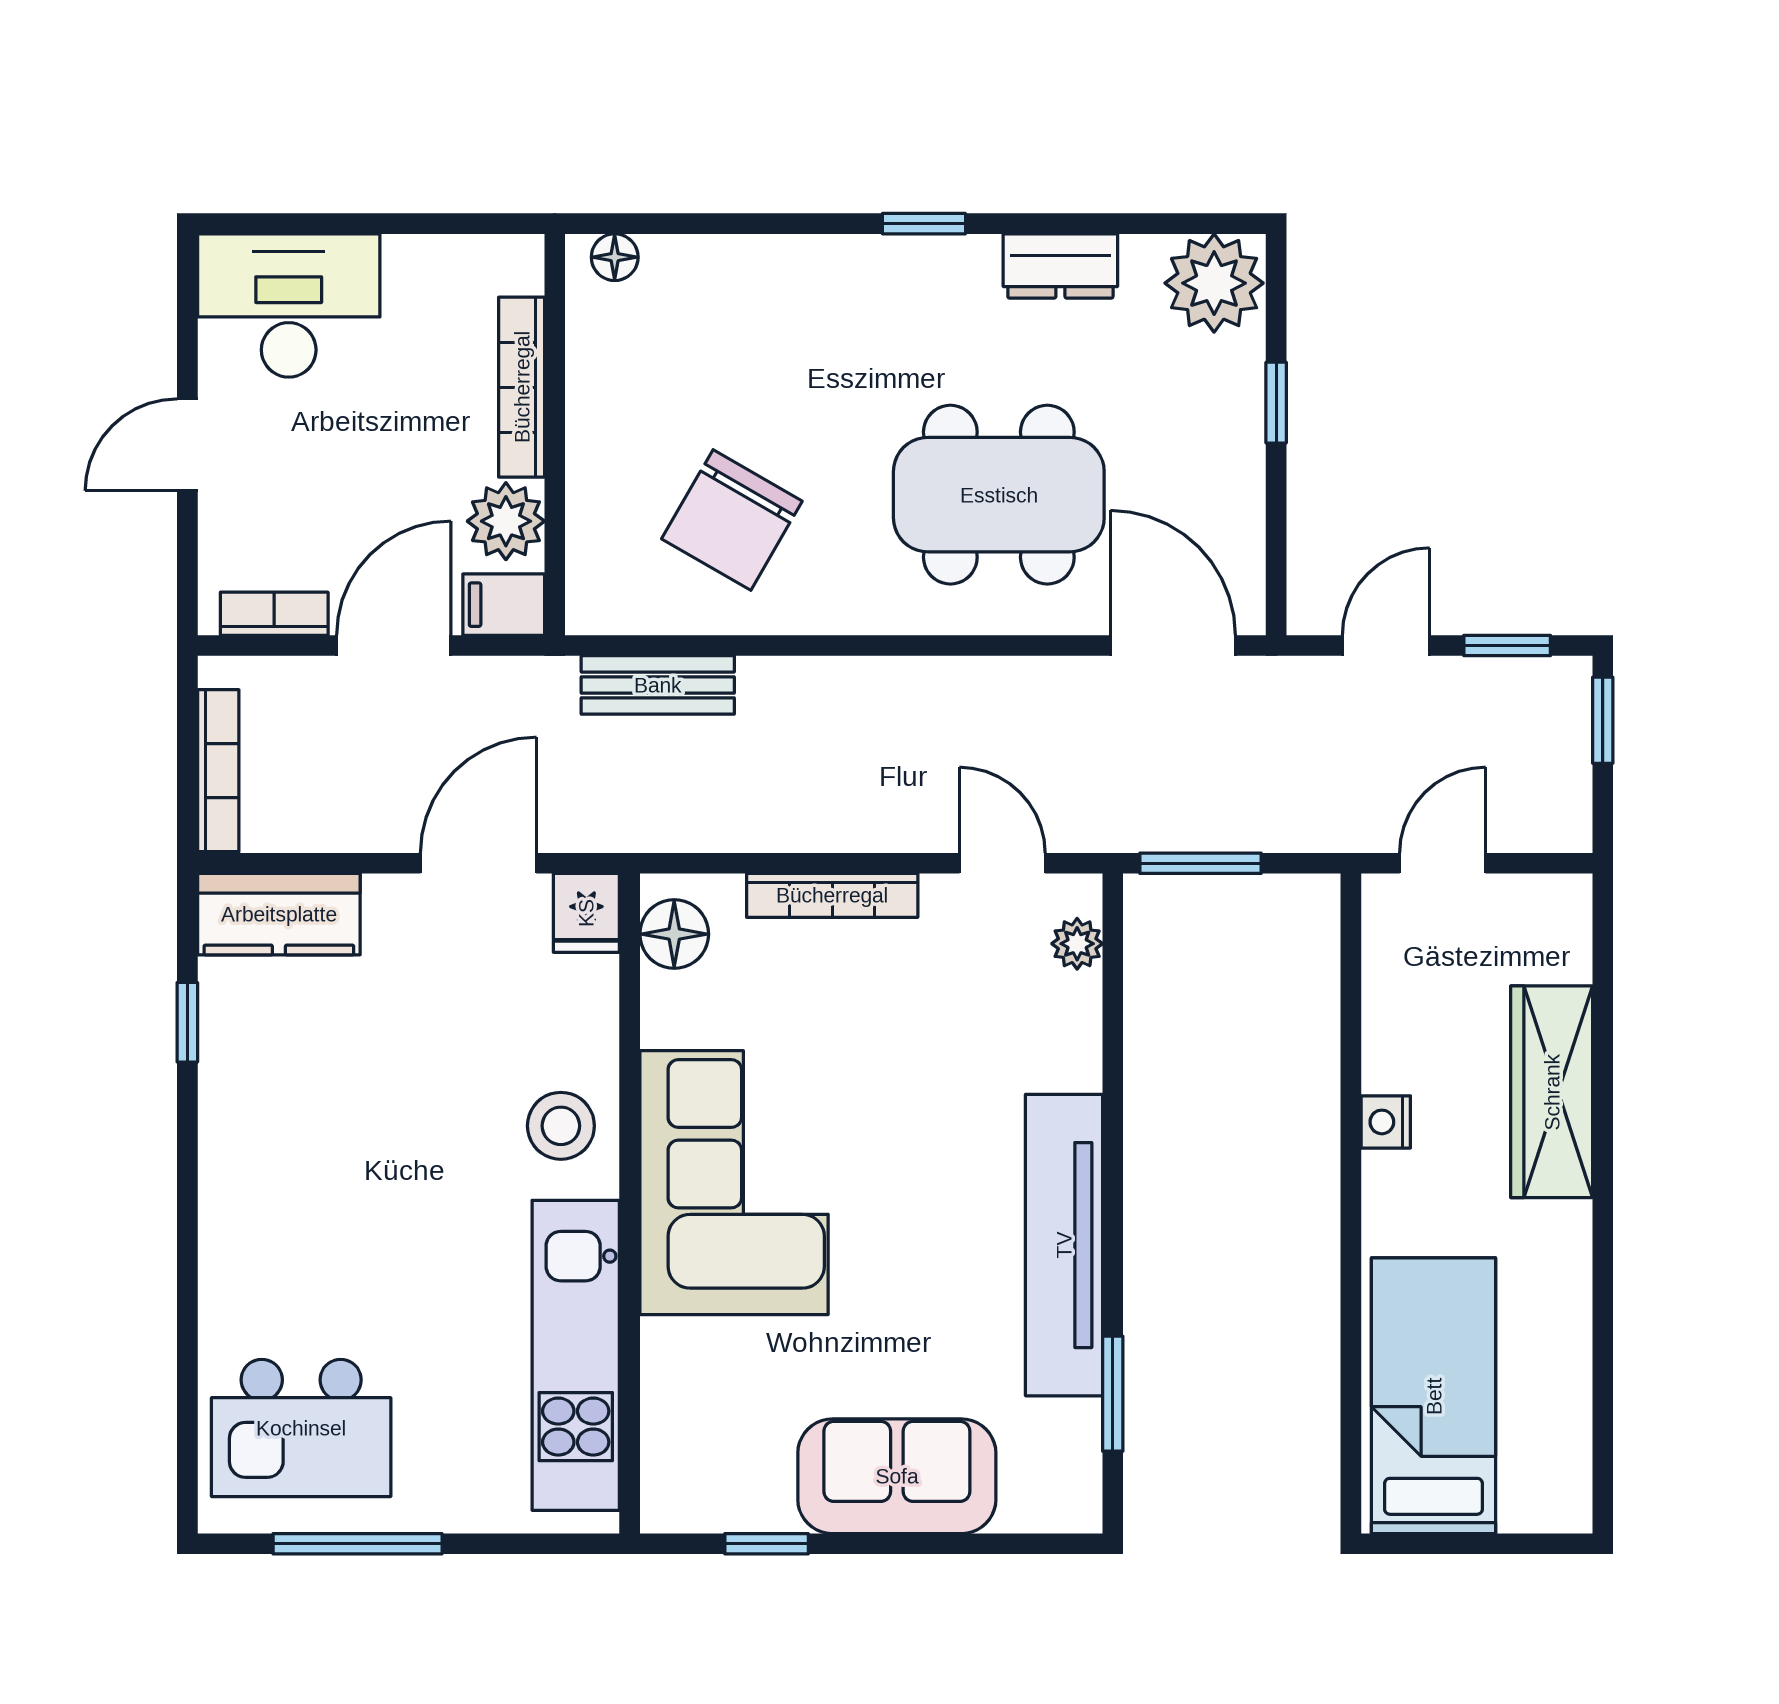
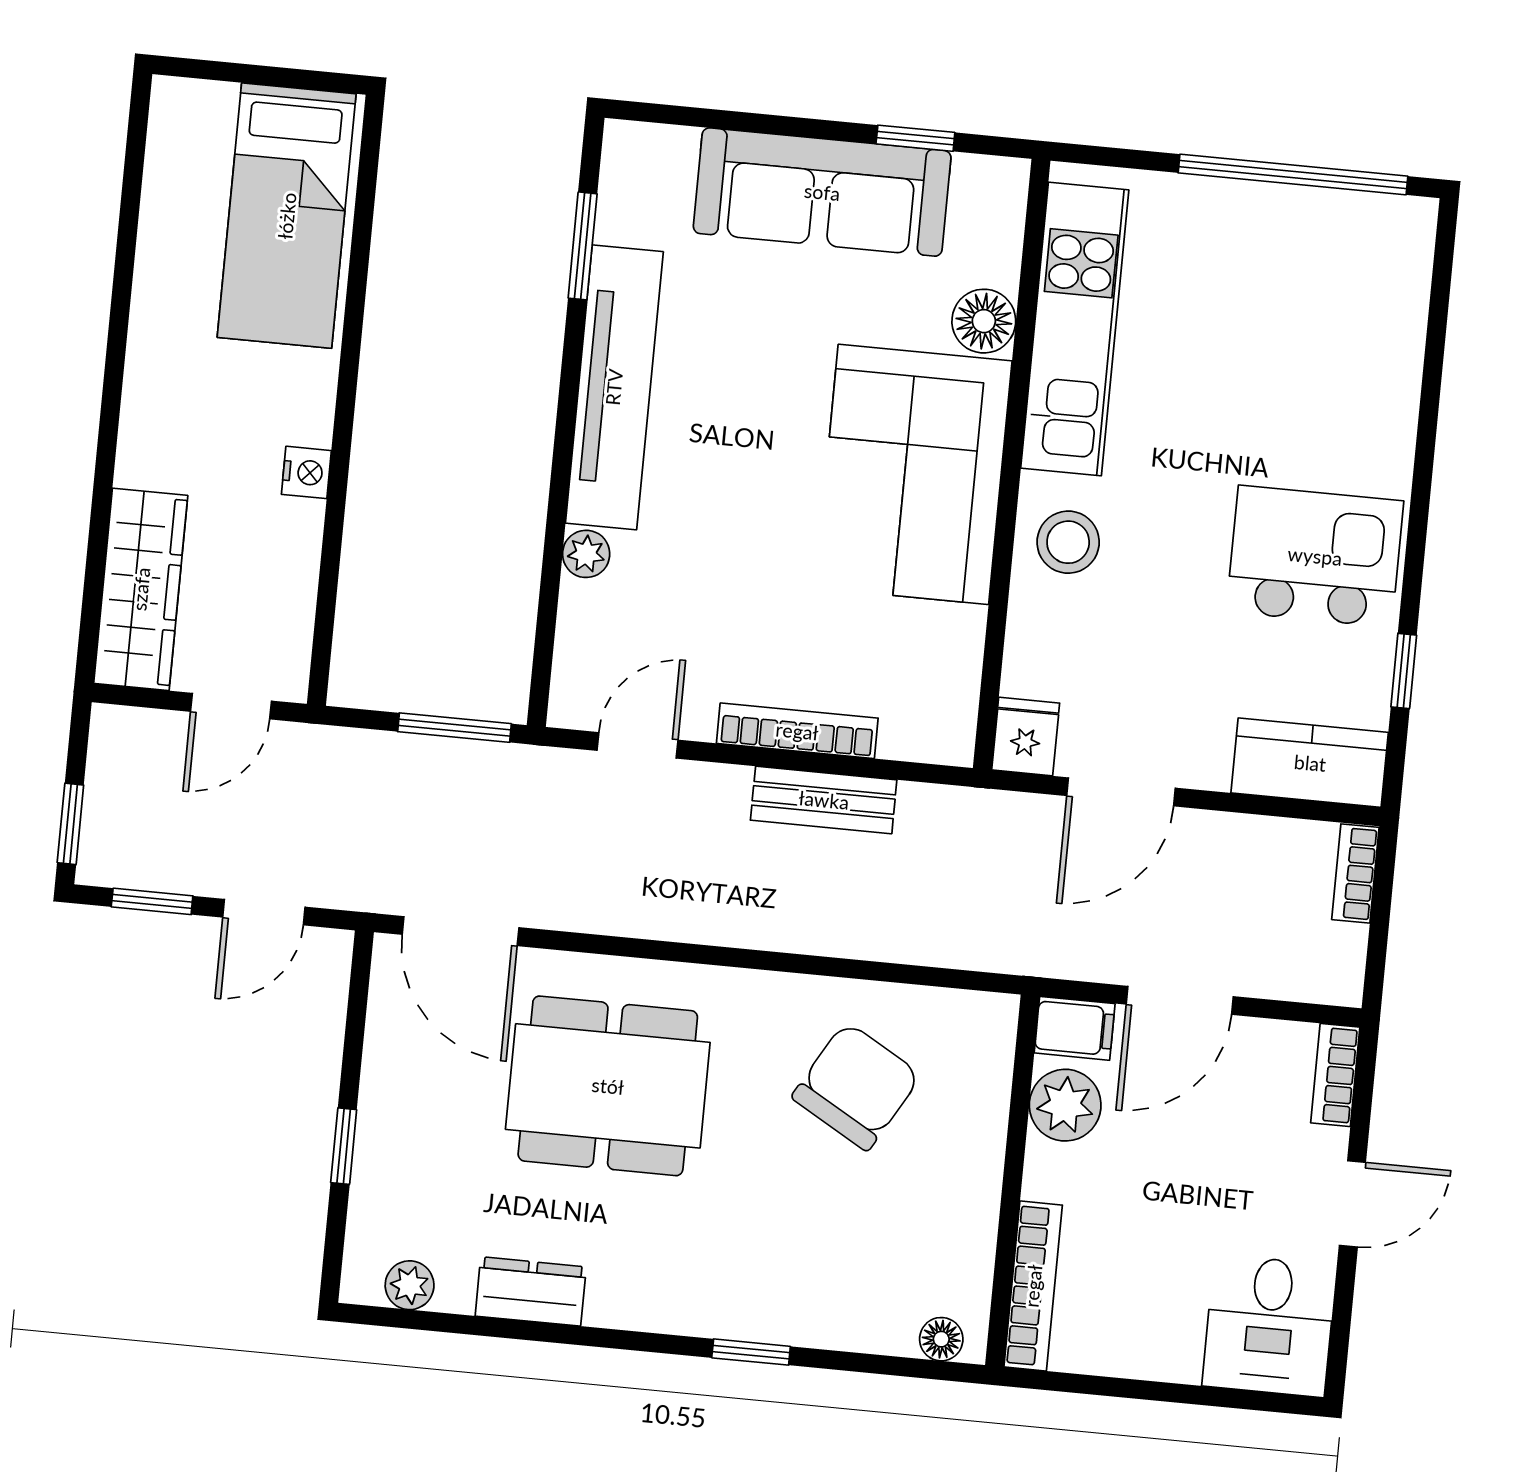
window: (924, 224) -> (751, 1352), moved
plant: (1214, 283) -> (410, 1285), width x0.53, depth x0.53
desk: (289, 305) -> (1269, 1326), width x0.73
bookcase: (522, 387) -> (1033, 1286), moved
bookcase: (274, 614) -> (1335, 1075), moved, turned 90
bench: (658, 685) -> (824, 800), moved
bookcase: (218, 771) -> (1355, 874), width x0.64
door: (1002, 863) -> (637, 745), swing flipped
floor lamp: (674, 934) -> (984, 321), moved
plant: (1077, 944) -> (586, 554), moved
wardrobe: (1552, 1092) -> (141, 589), moved
kitchen island: (301, 1428) -> (1315, 556), moved
sofa: (897, 1476) -> (822, 192), width x1.36
window: (358, 1544) -> (1293, 174), width x1.46

